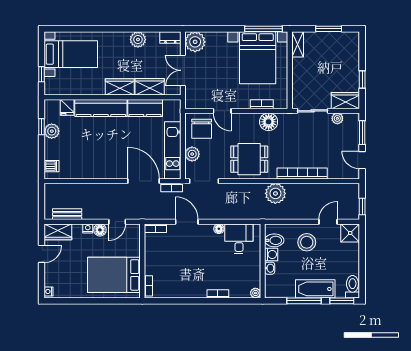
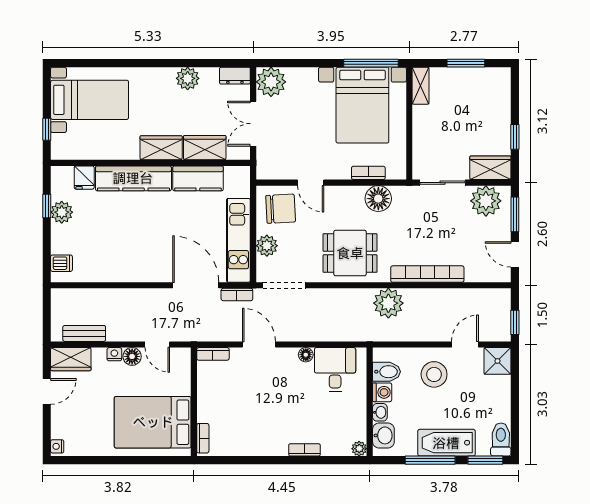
plant: (337, 118) -> (486, 201), width x1.87, depth x1.87
chair: (202, 129) -> (281, 209), turned -93
door: (117, 222) -> (157, 345), hinge flipped
washbasin: (272, 284) -> (383, 435), added

